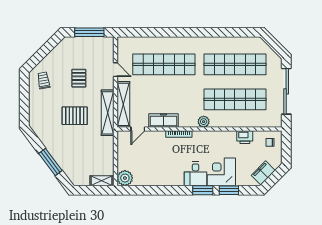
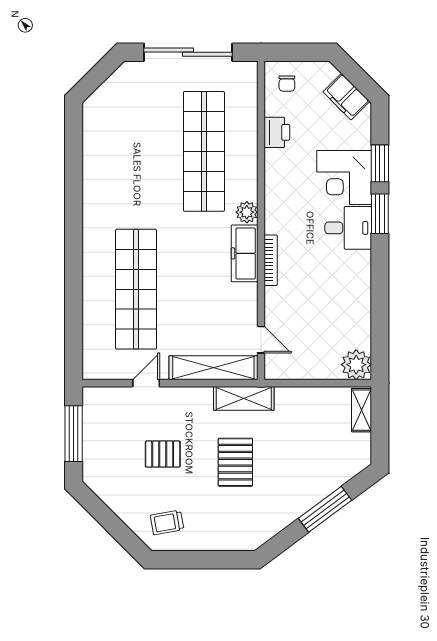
shop shelf: (235, 64) -> (136, 151), removed
shelving: (108, 113) -> (244, 398), width x0.68
freezer: (163, 120) -> (245, 253), moved

